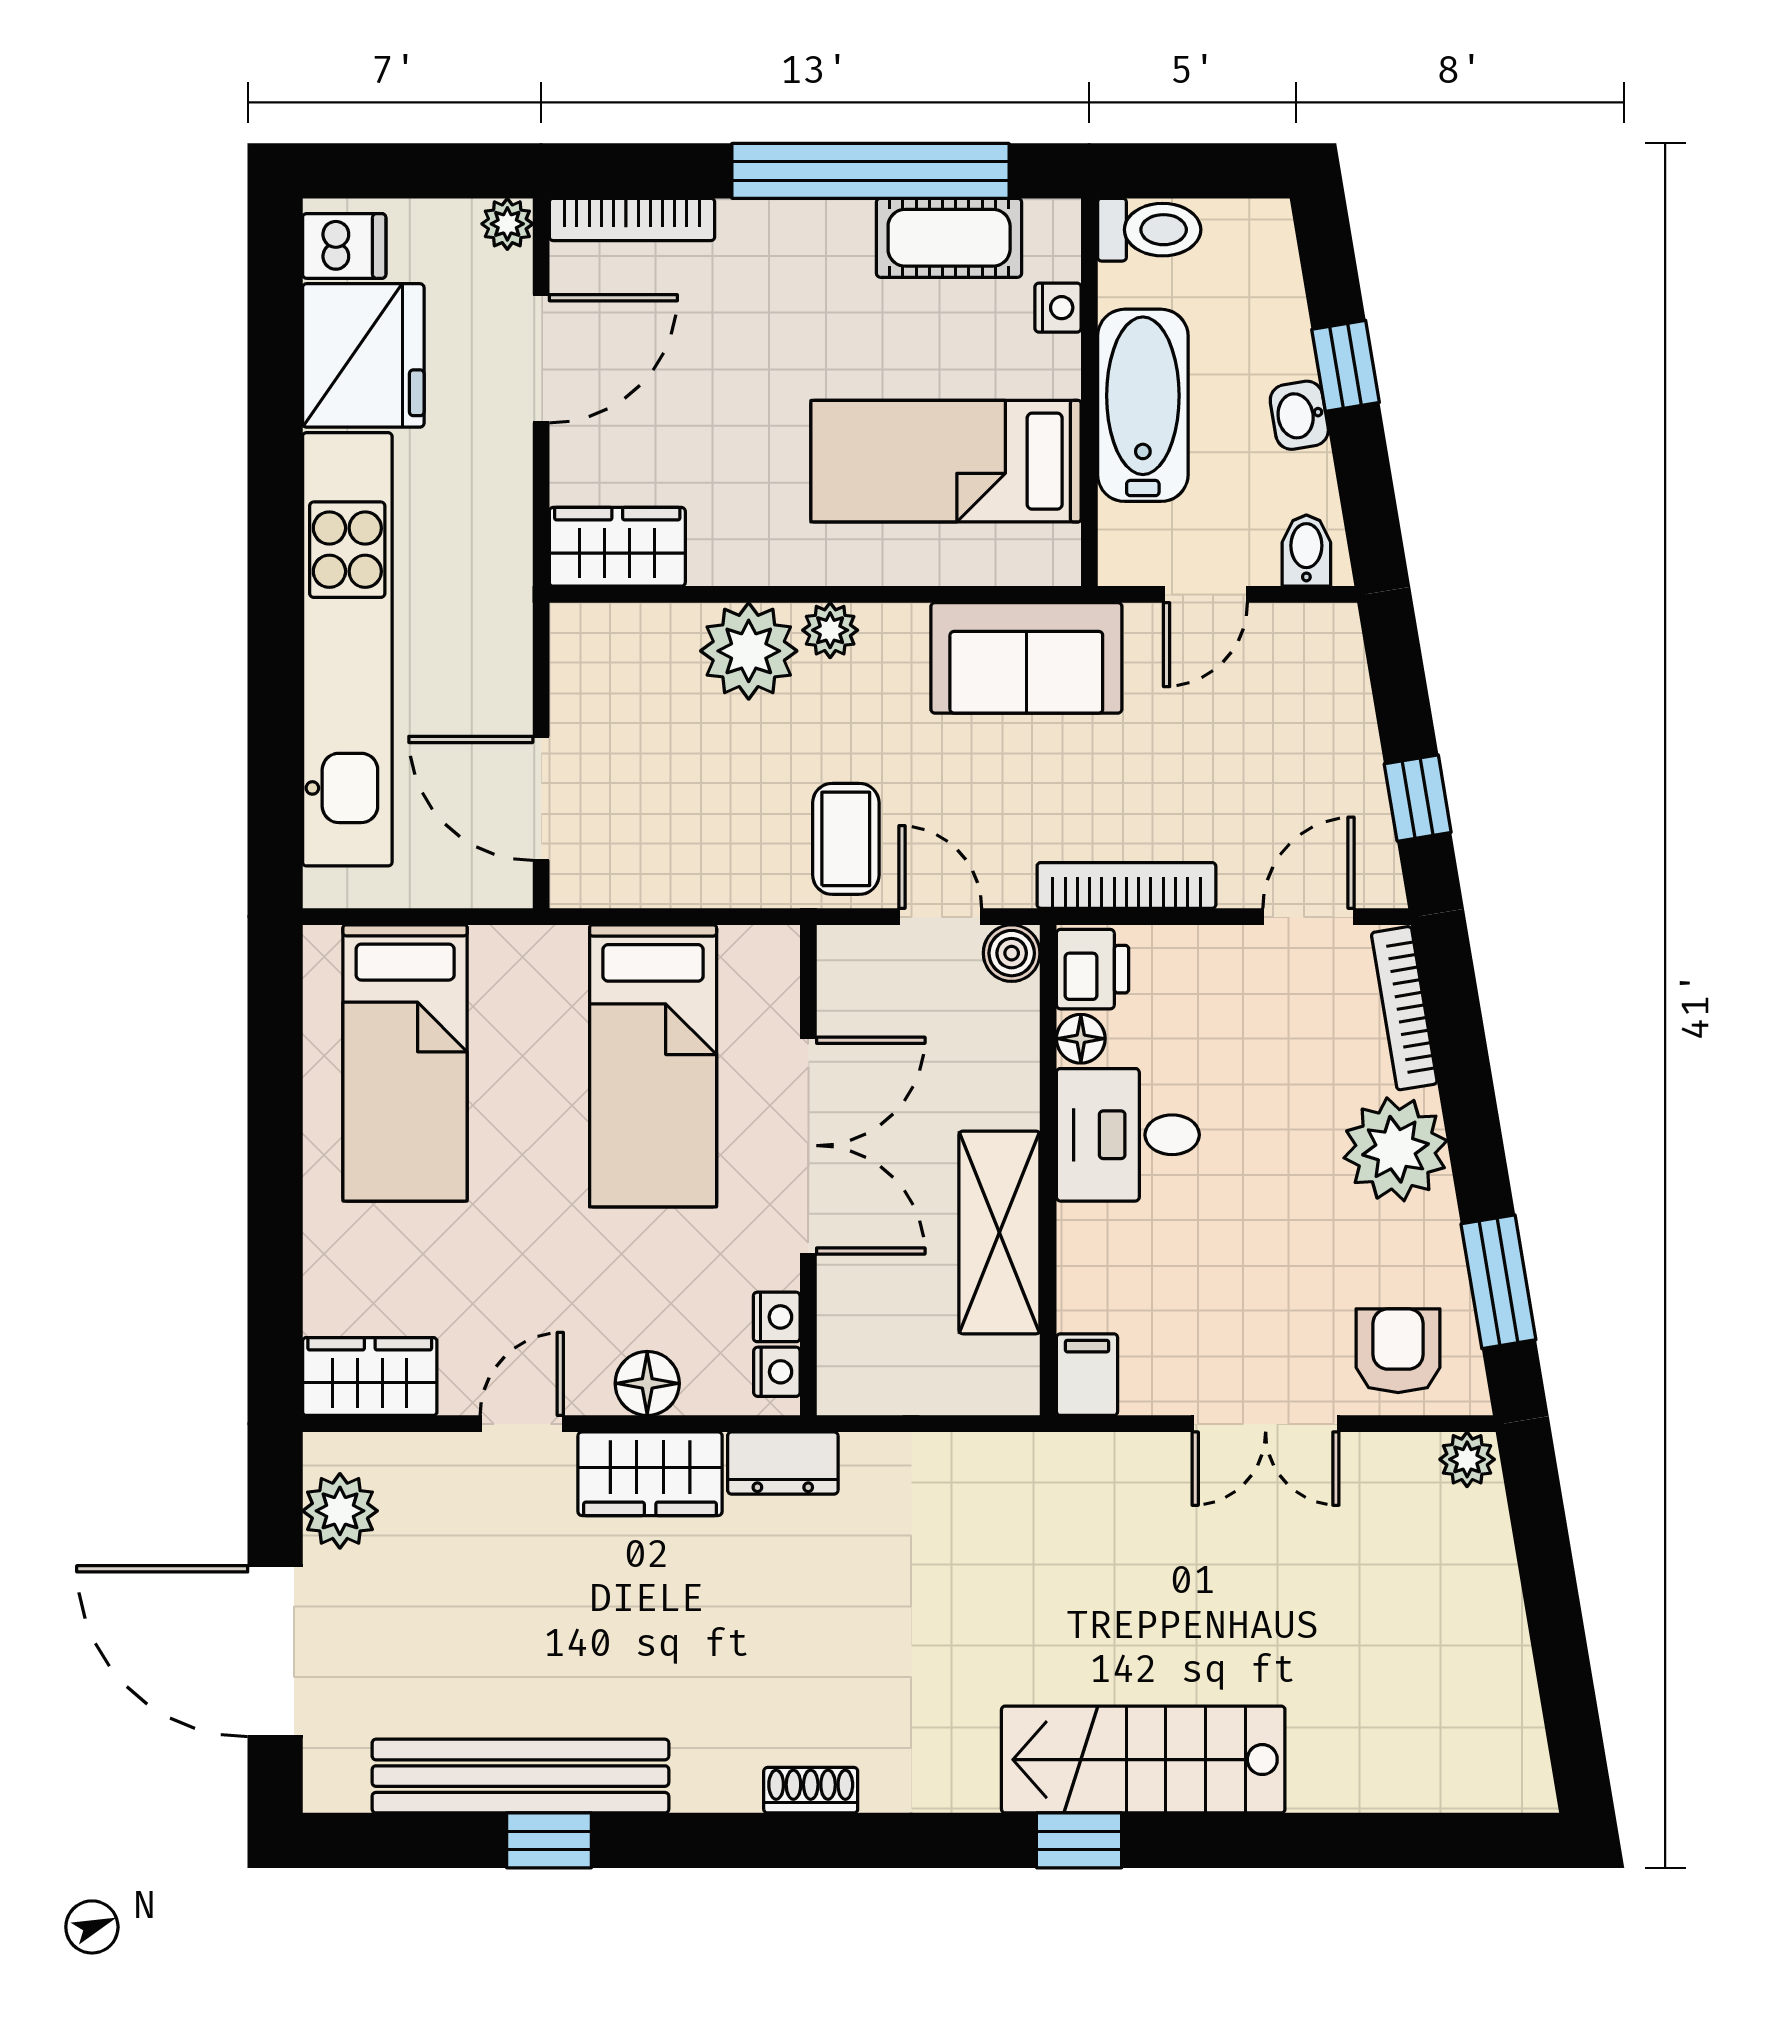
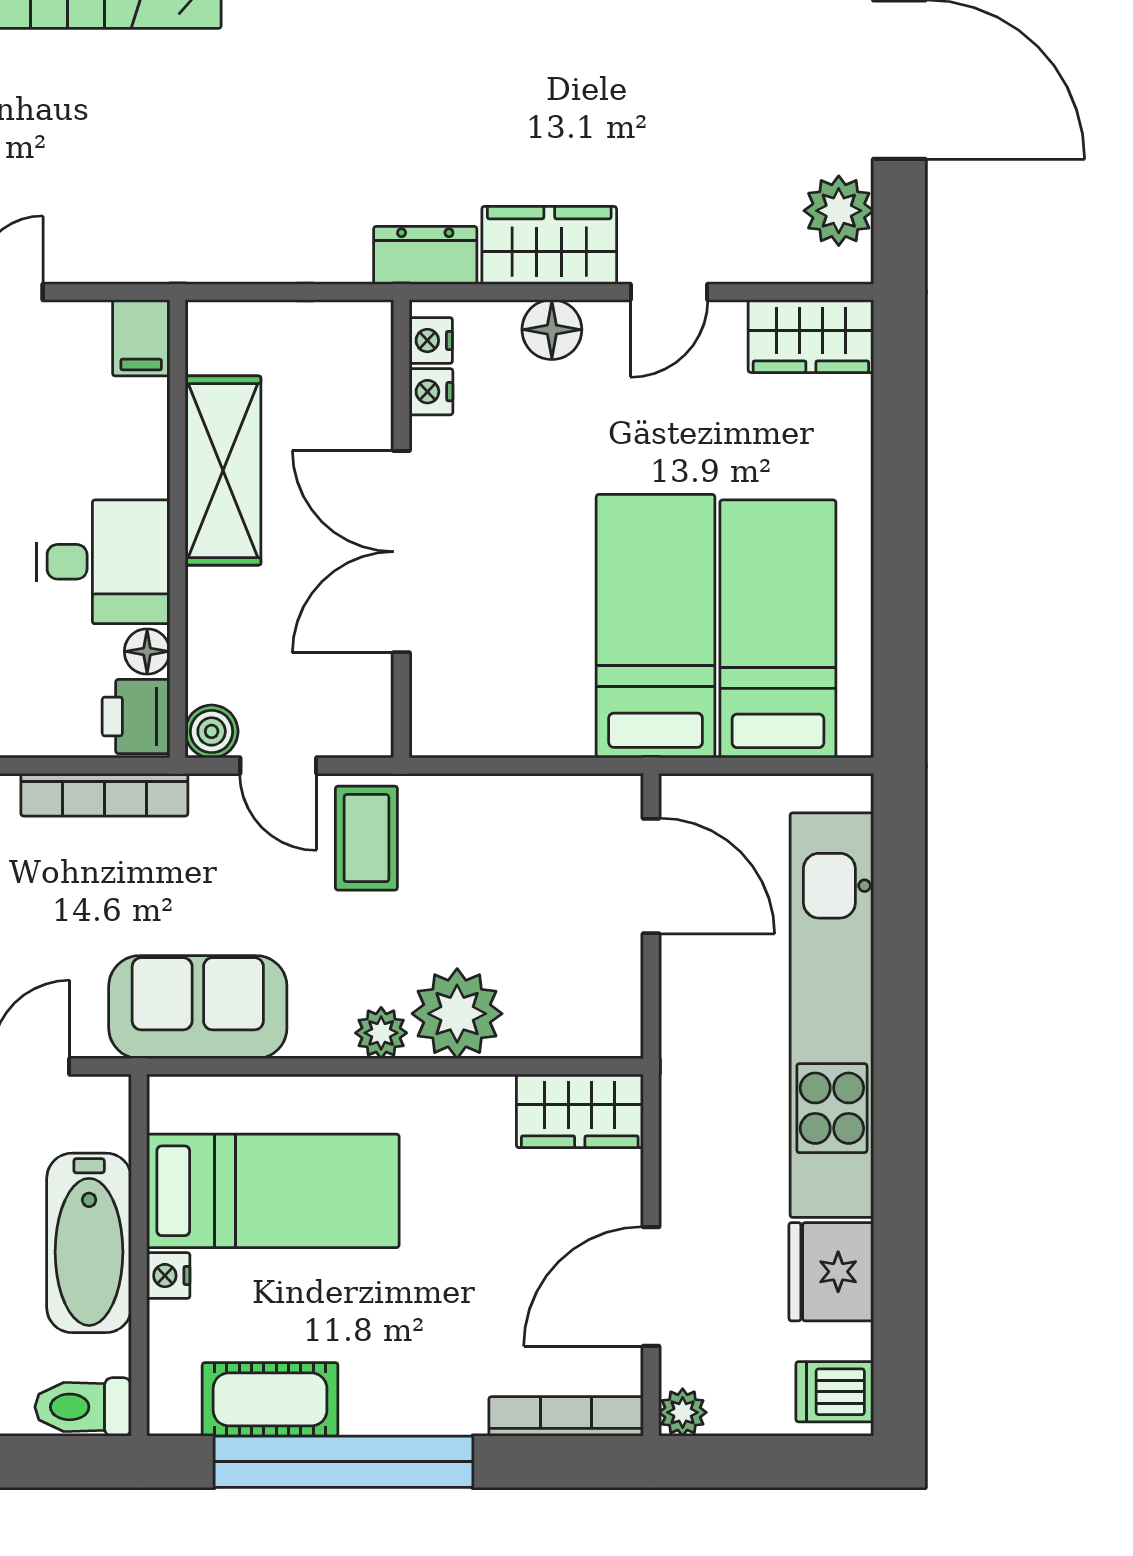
nightstand: (1058, 308) -> (168, 1276), moved
fridge: (363, 355) -> (831, 1272), width x0.73, depth x0.75
bed: (653, 1066) -> (656, 626), moved

